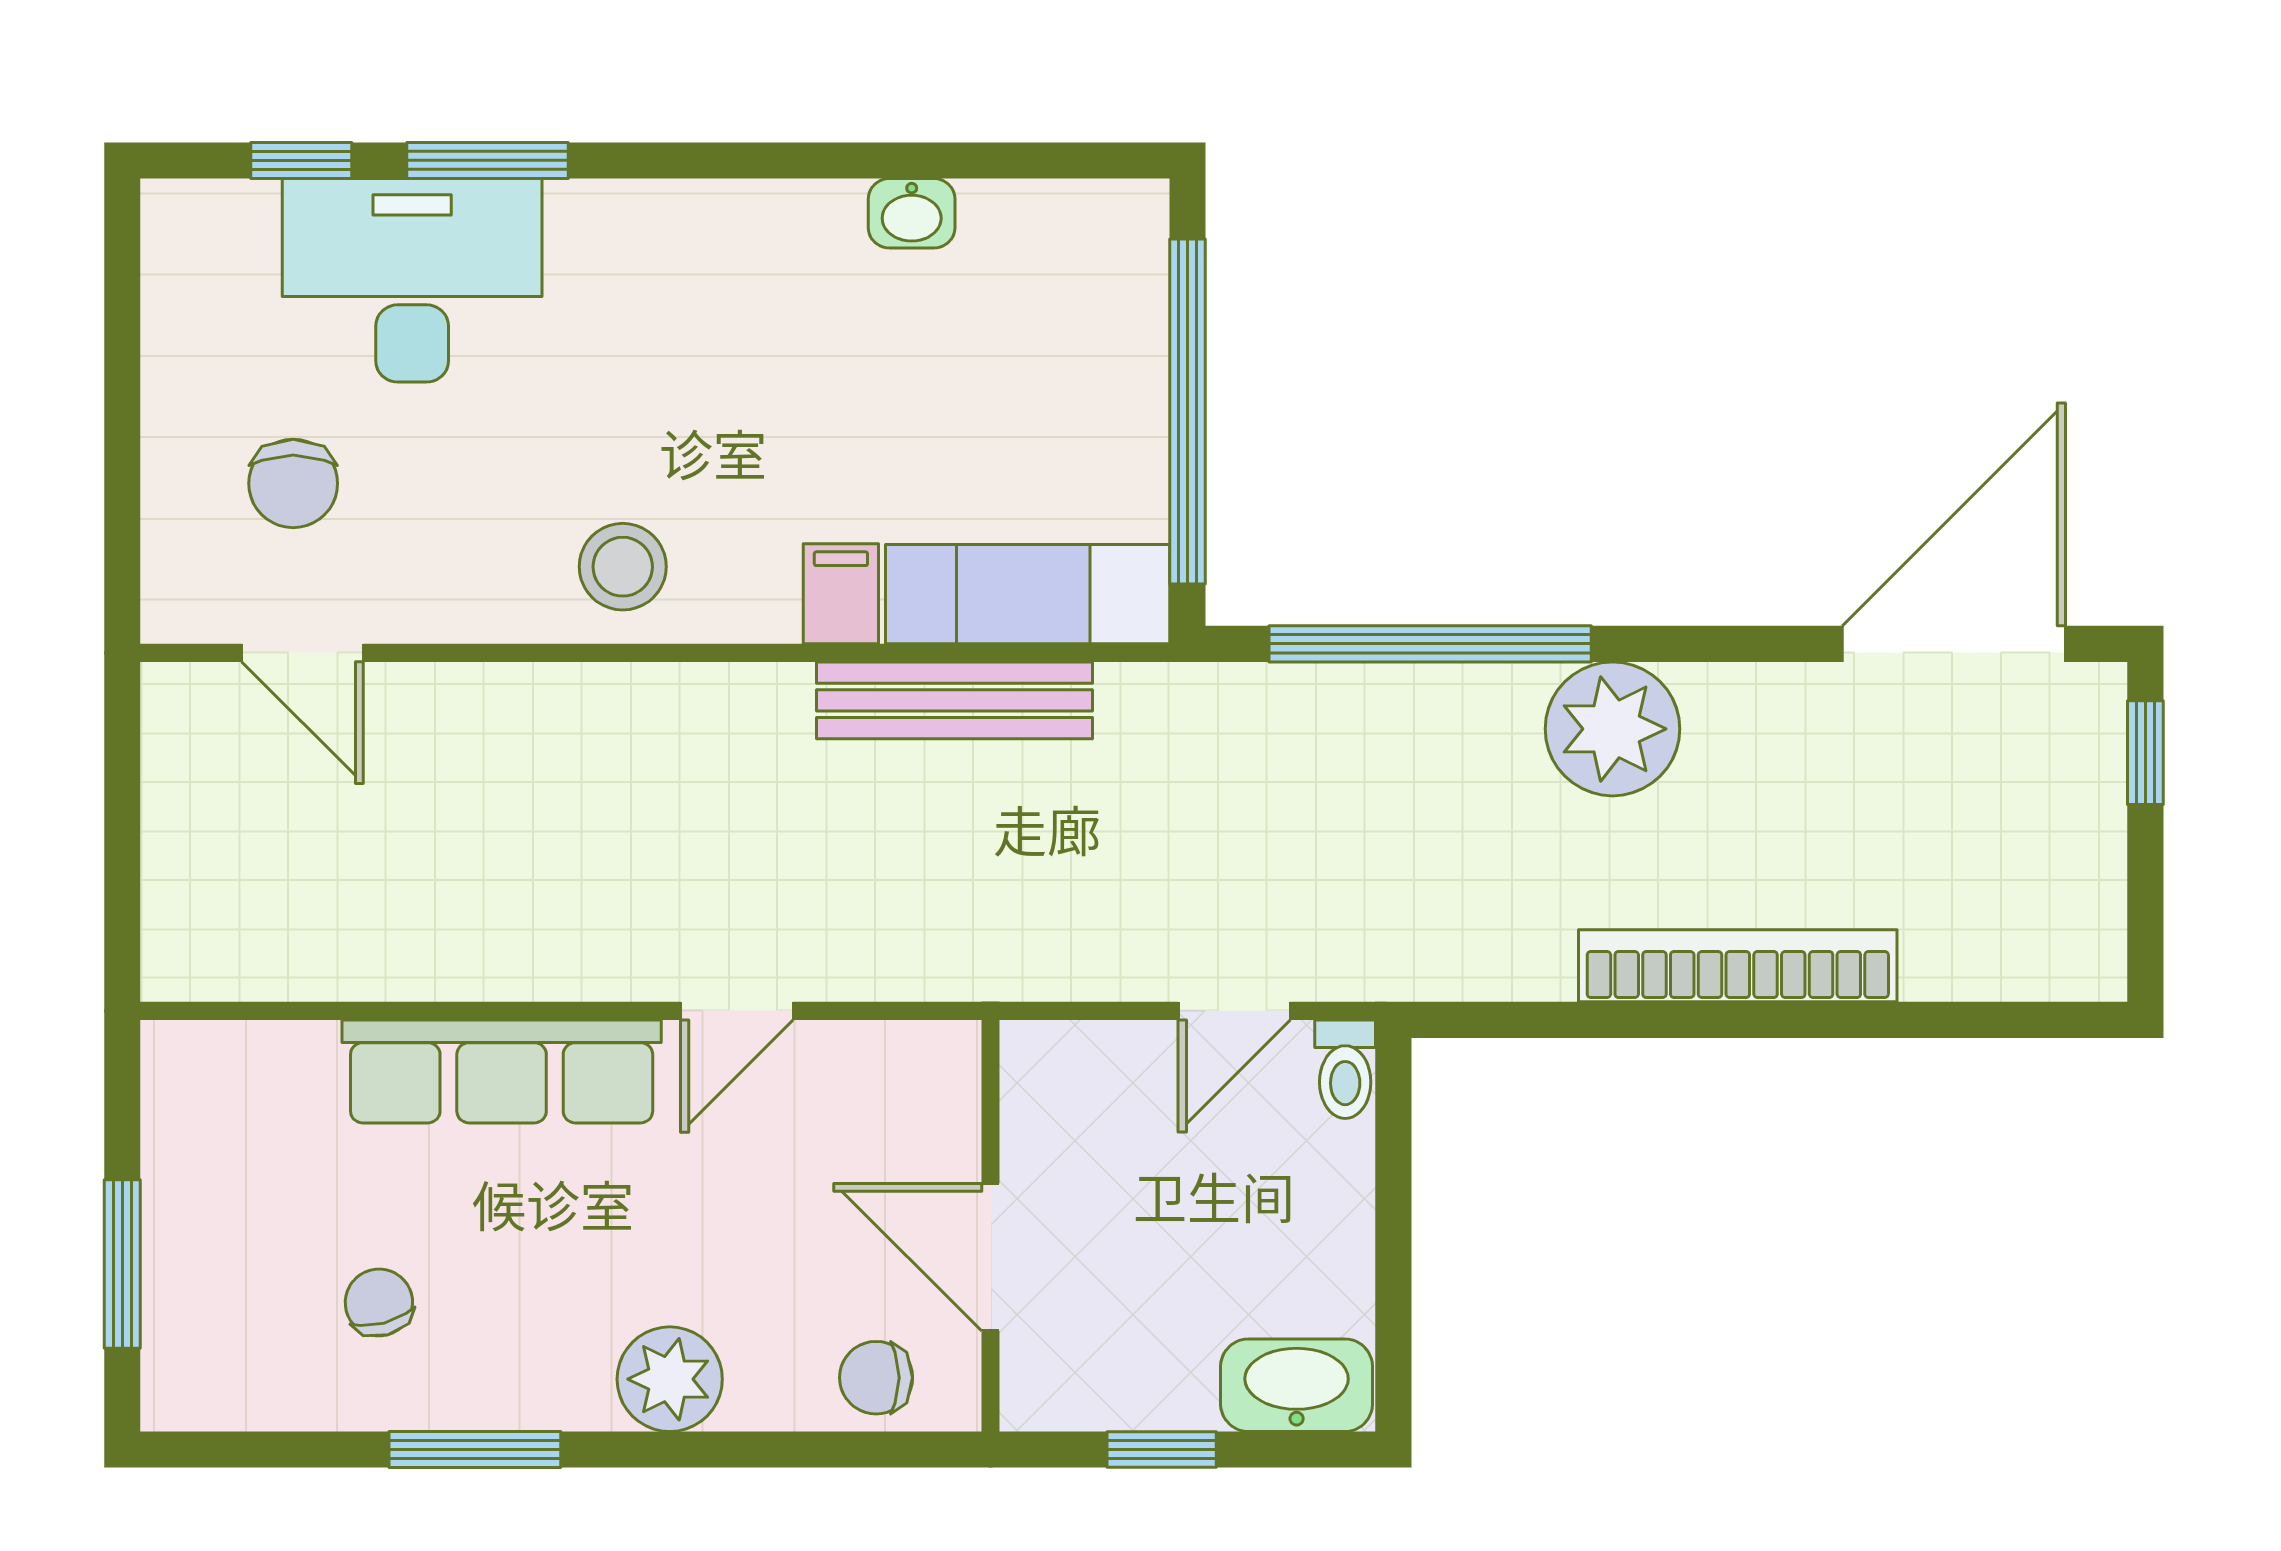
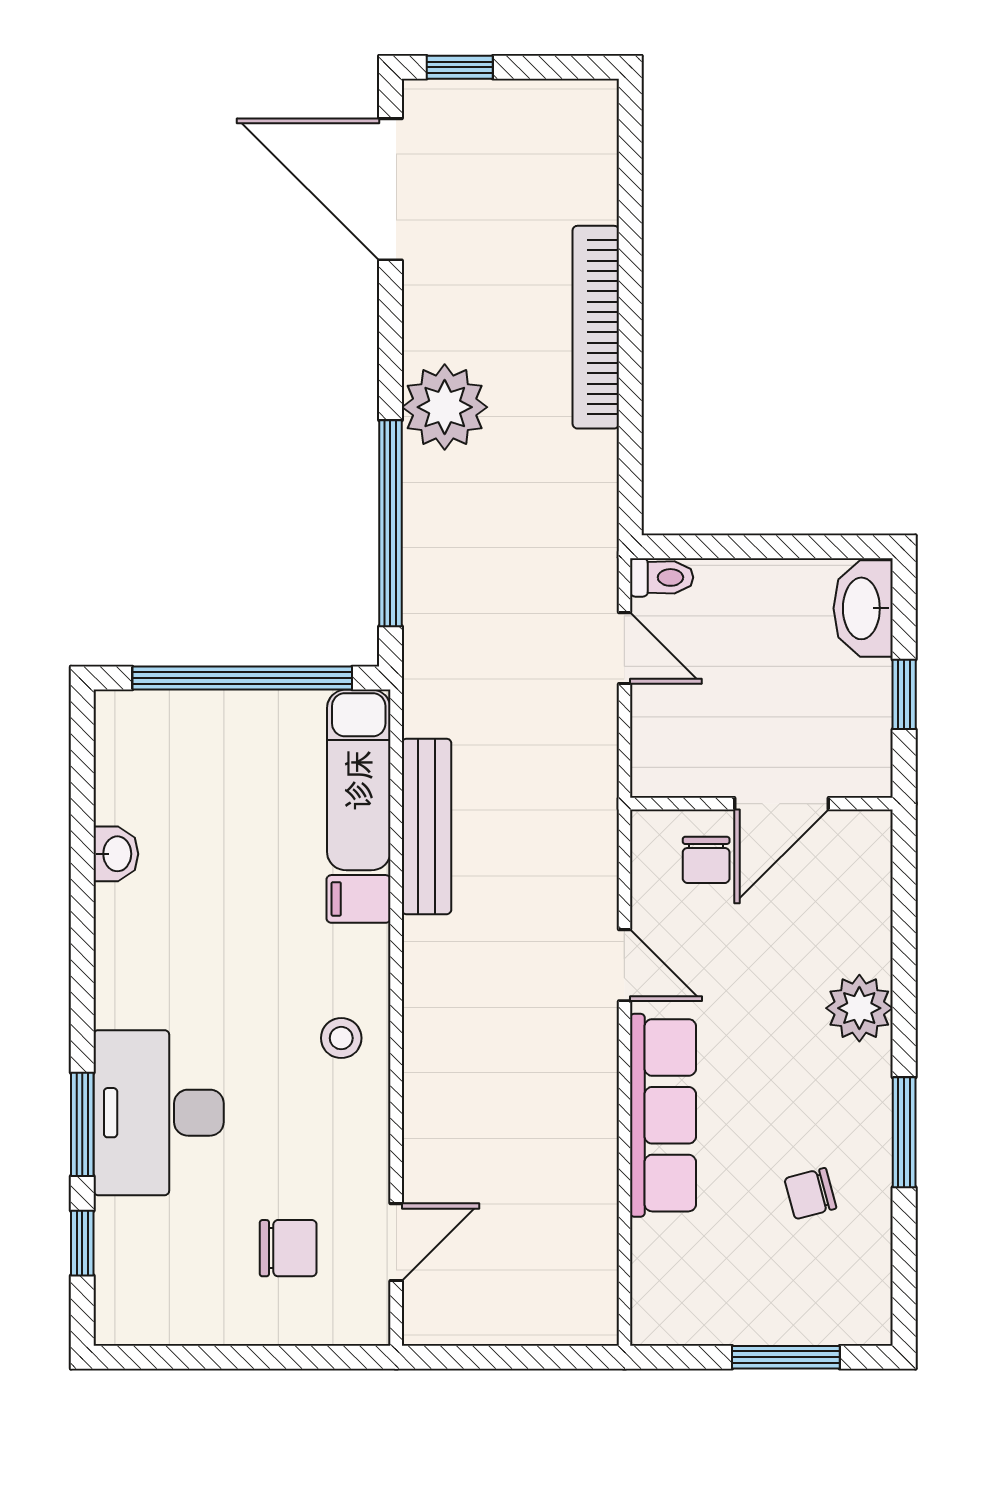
desk: (412, 280) -> (159, 1113), moved
stool: (623, 567) -> (341, 1038), width x0.73, depth x0.73
chair: (876, 1378) -> (706, 860), moved

